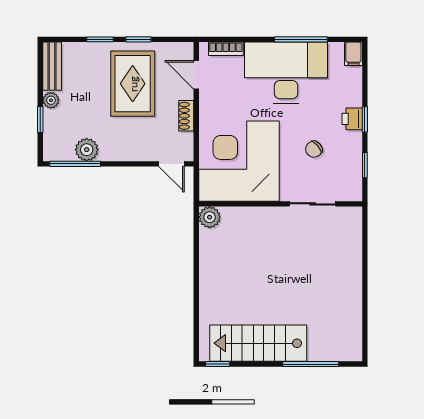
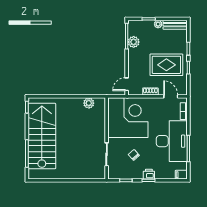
door: (196, 75) -> (171, 96), hinge flipped
plant: (210, 217) -> (89, 103), moved
stairs: (258, 343) -> (42, 136), width x1.36, depth x1.51

